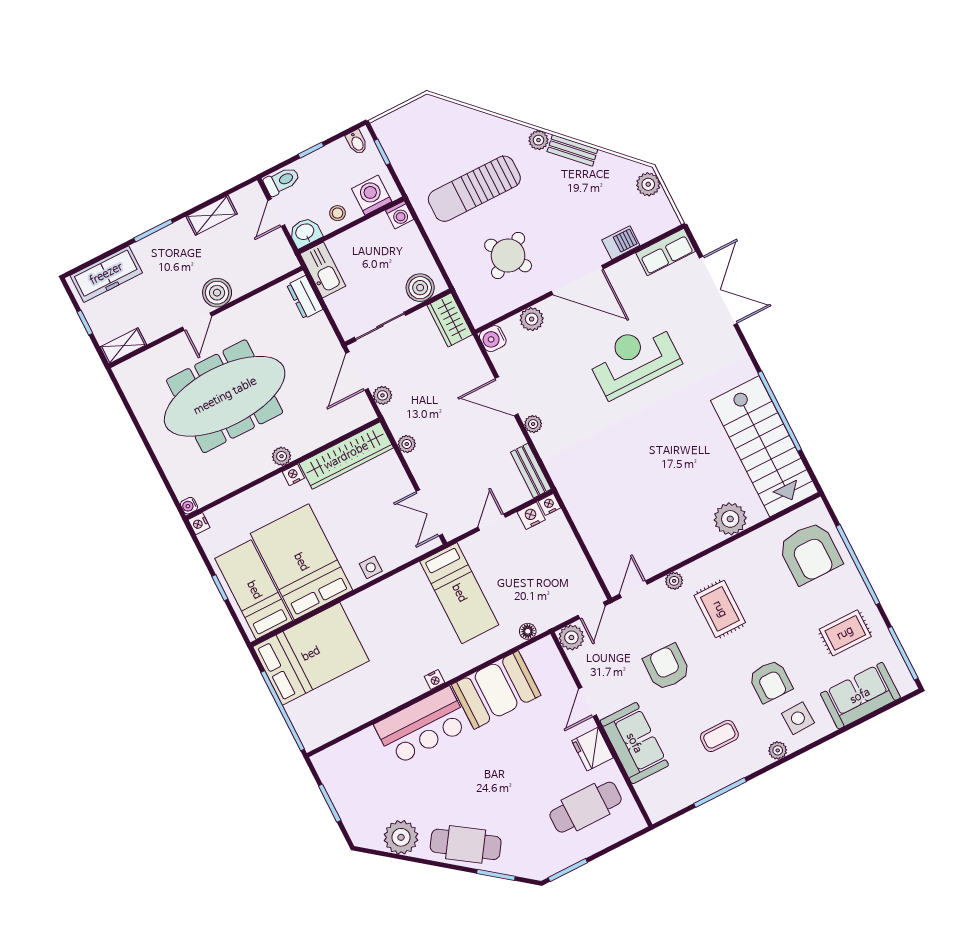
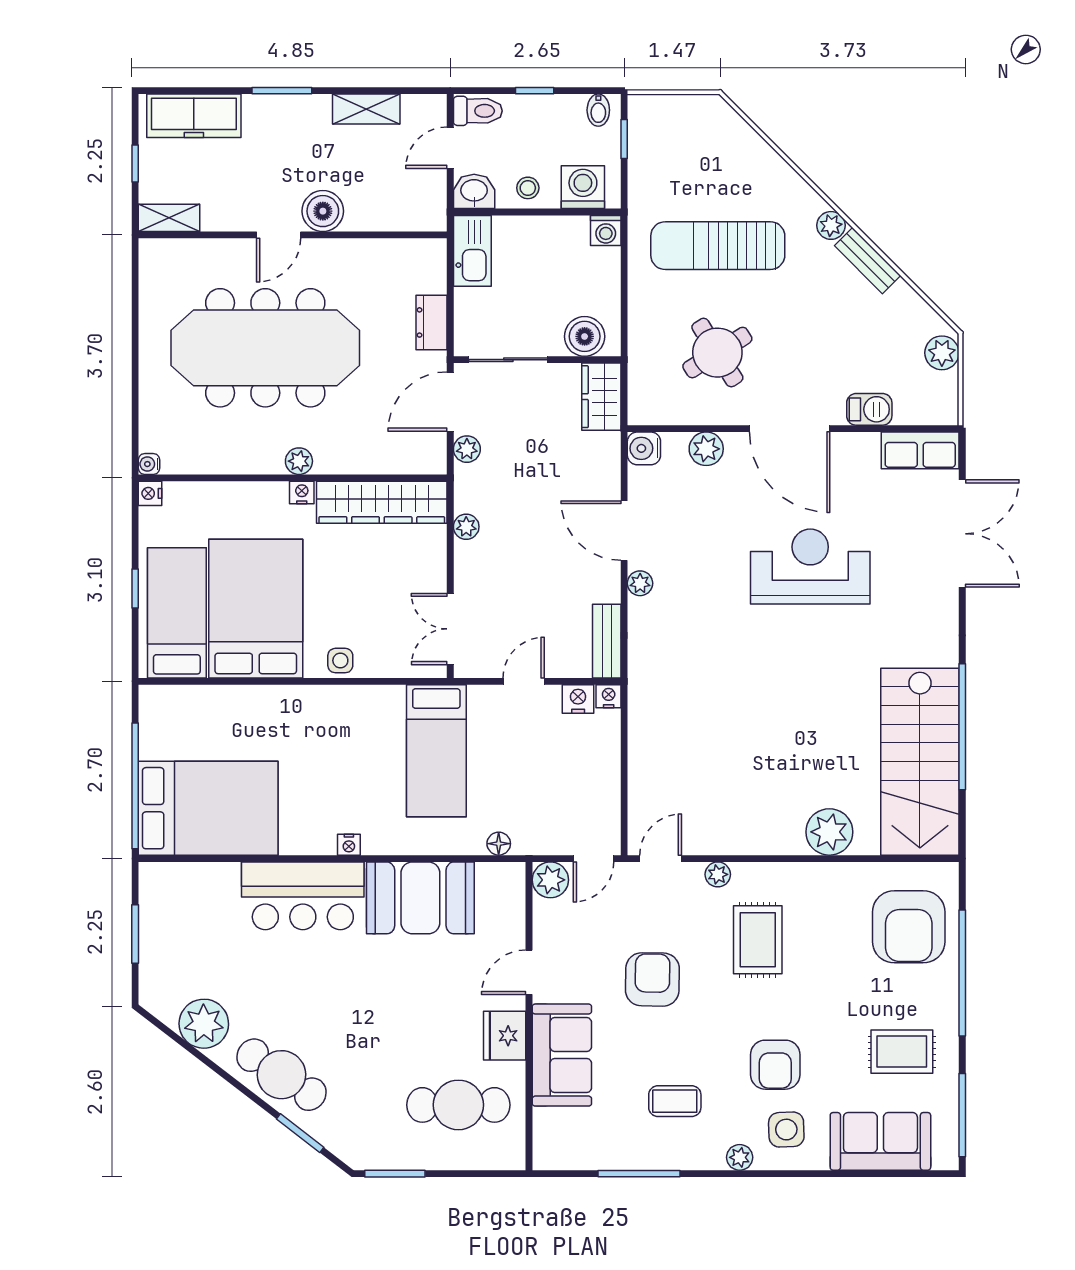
dresser: (305, 297) -> (432, 322), moved
bed: (311, 654) -> (208, 808), moved

